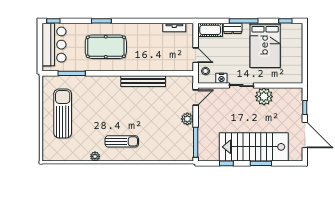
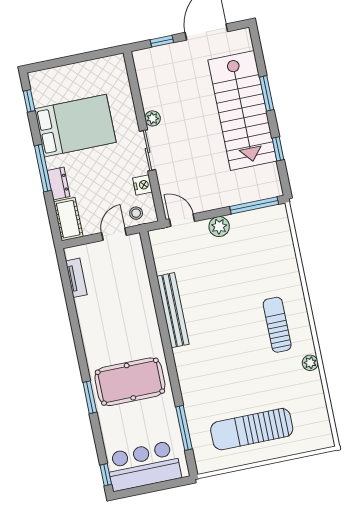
pool table: (106, 47) -> (130, 382), turned 90
plant: (264, 96) -> (153, 118), width x0.53, depth x0.53

